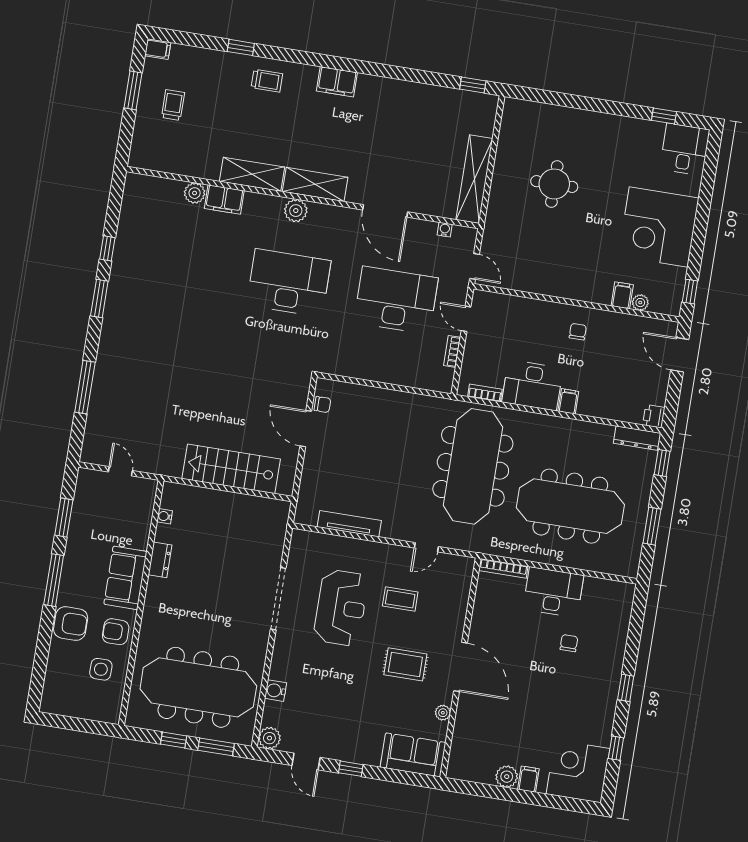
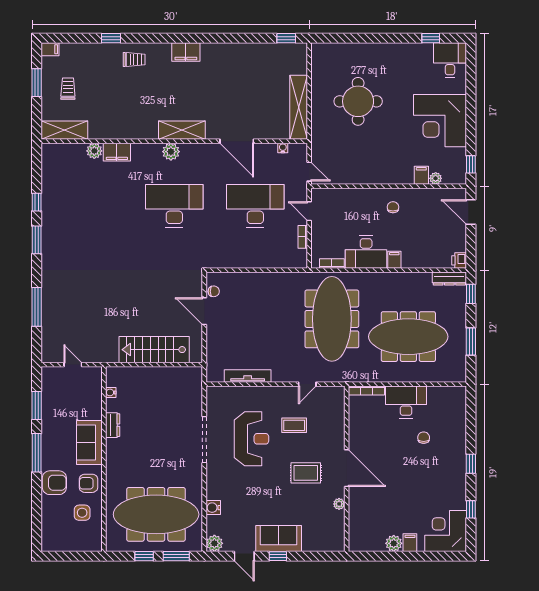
shelving: (252, 174) -> (64, 130), moved
round table: (554, 184) -> (358, 101), width x1.36, depth x1.36
sofa: (413, 755) -> (279, 539), moved

